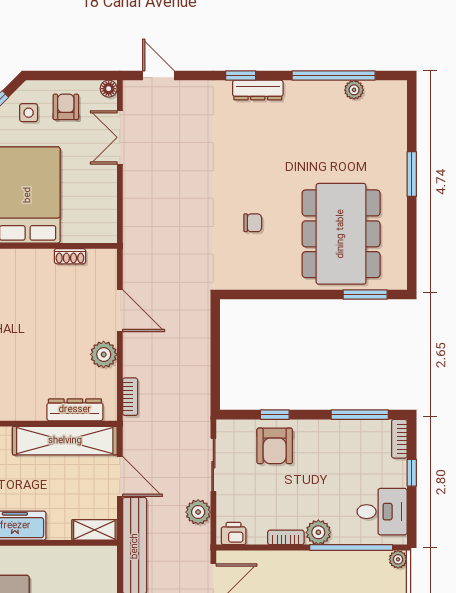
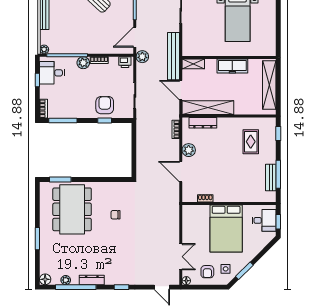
dresser: (258, 90) -> (92, 280), moved
floor lamp: (396, 91) -> (45, 279), added
window: (412, 473) -> (37, 80), moved
plant: (198, 512) -> (142, 57), moved

